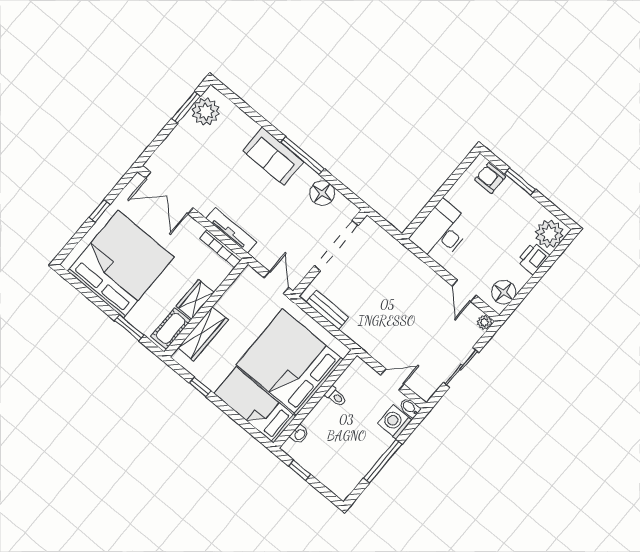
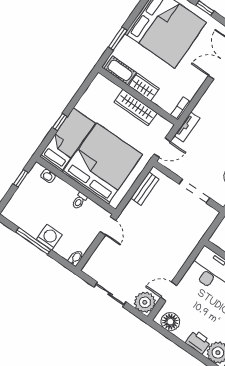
tv unit: (231, 230) -> (187, 127), moved, width x0.71
doorway: (336, 246) -> (194, 191), width x0.73
bookcase: (221, 249) -> (181, 108), width x0.64
plant: (484, 322) -> (145, 302), width x1.88, depth x1.88
wardrobe: (203, 334) -> (136, 108), moved
door: (392, 380) -> (108, 226), moved
window: (200, 387) -> (60, 122), moved
washing machine: (395, 422) -> (49, 237), moved

